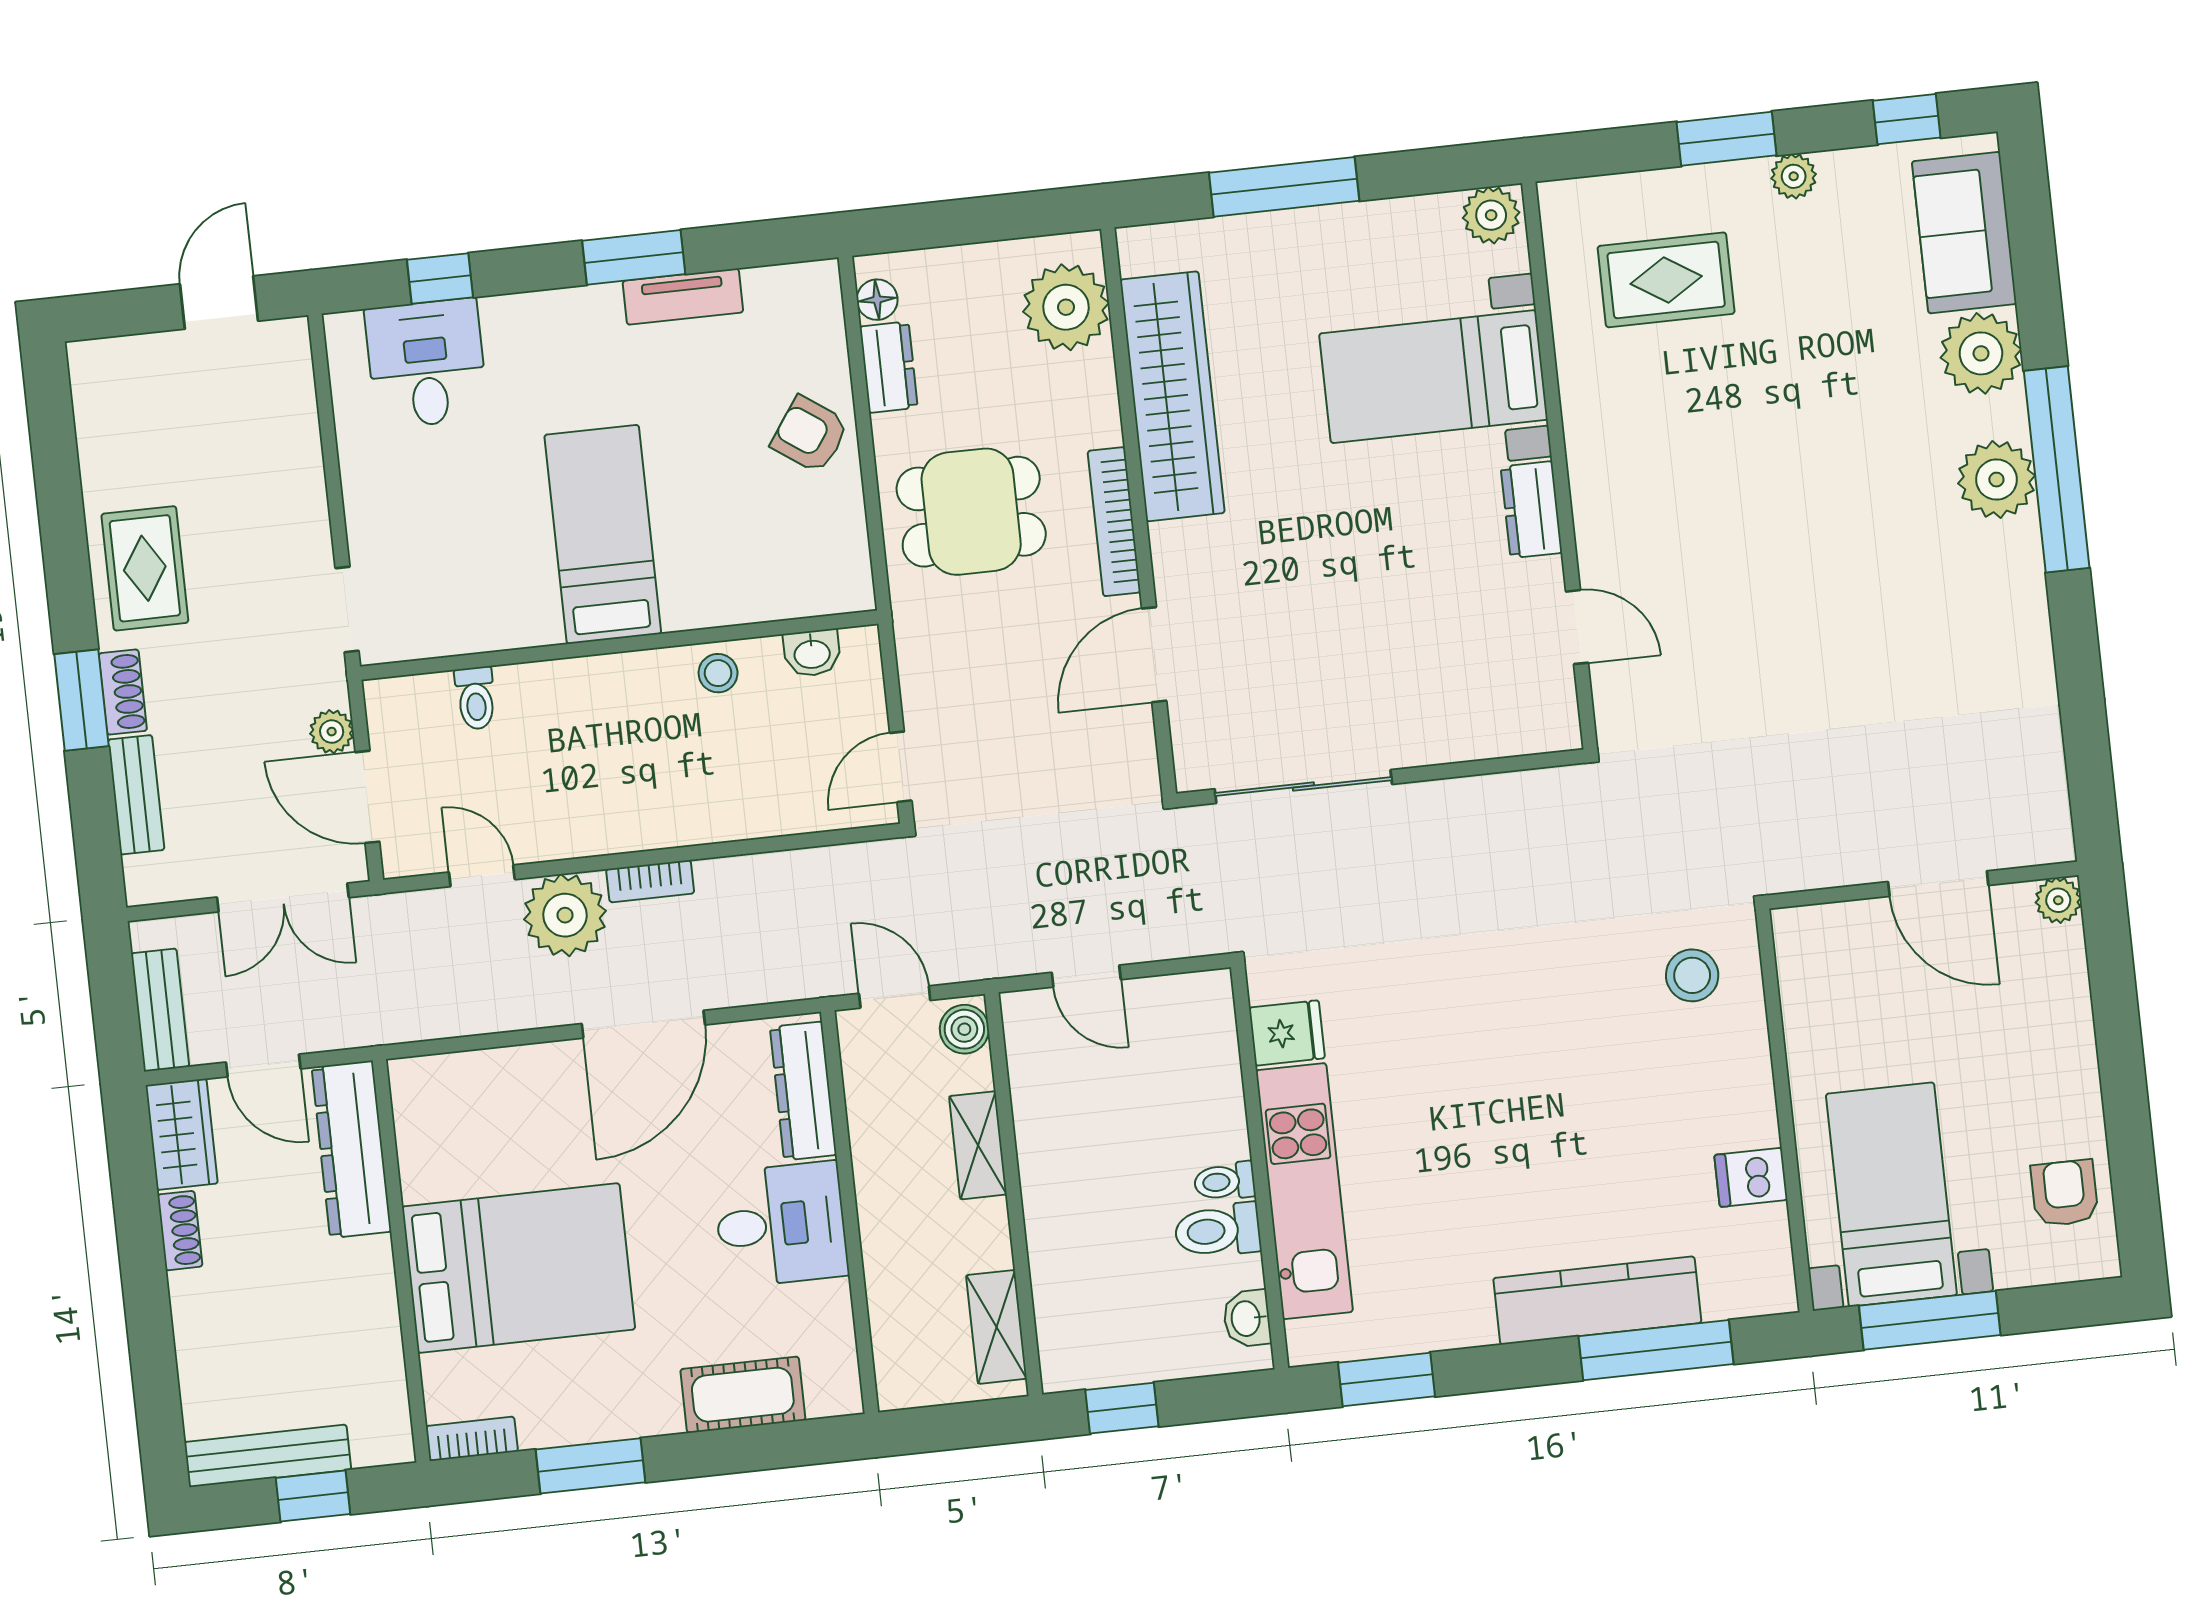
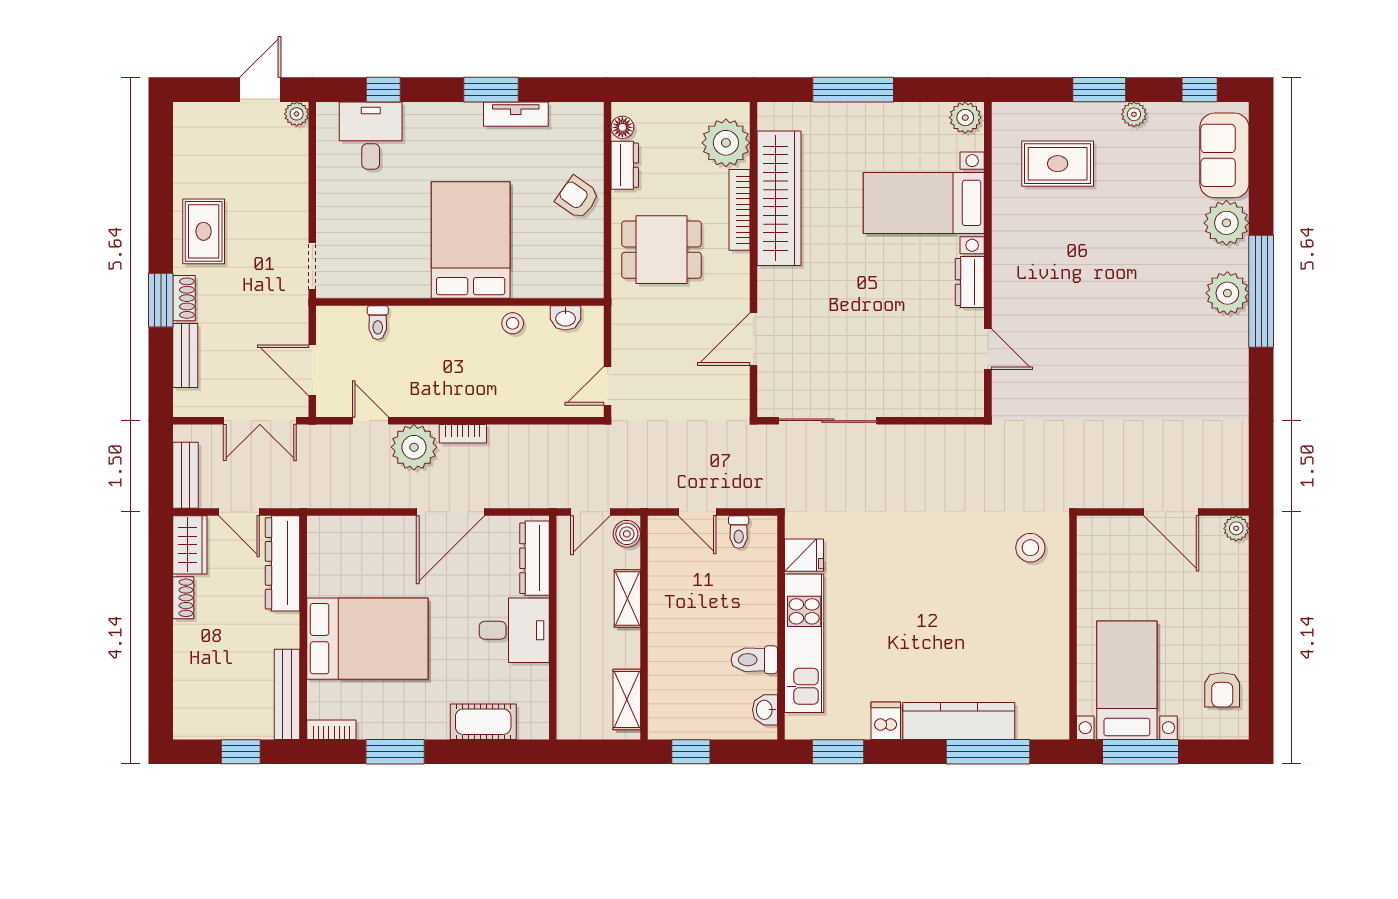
bookcase: (1114, 522) -> (740, 210), moved
bed: (603, 534) -> (471, 240), width x1.50
plant: (332, 732) -> (297, 114), moved
door: (895, 997) -> (590, 512), swing flipped
dishwasher: (1751, 1177) -> (886, 721), moved, turned 90
toilet: (1225, 1181) -> (739, 532), moved, turned -90
armchair: (2065, 1193) -> (1222, 690), turned 180
bench: (268, 1456) -> (287, 694), moved, turned 90

